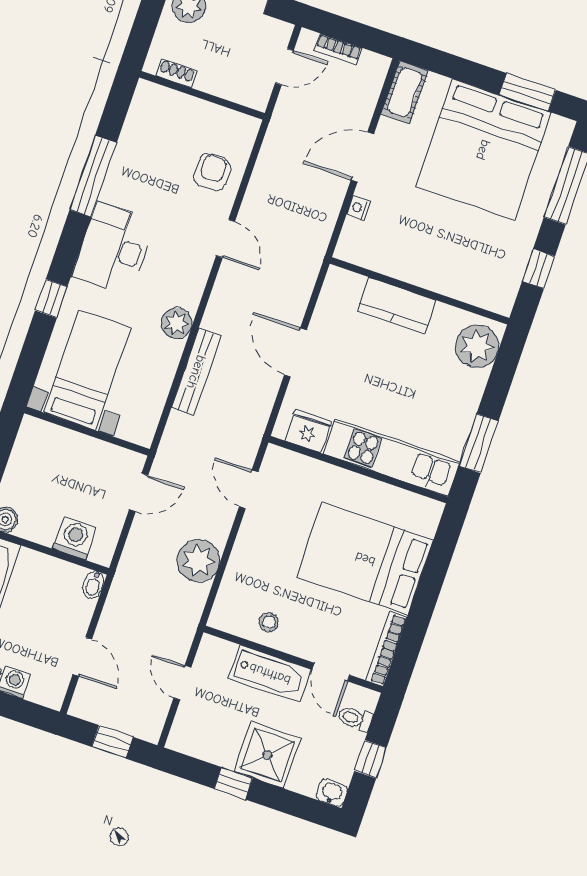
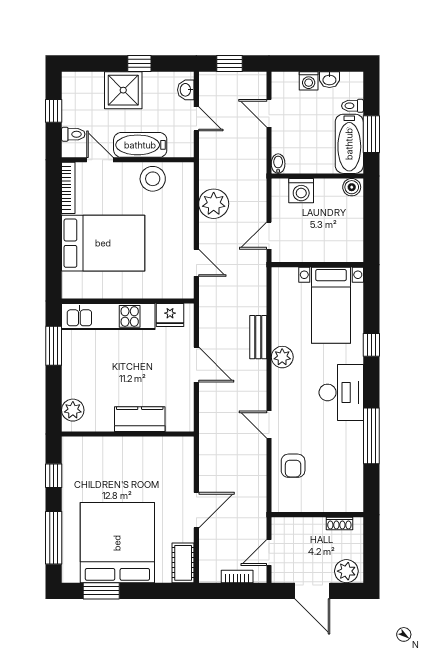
nightstand: (358, 208) -> (187, 475), removed
plant: (477, 346) -> (73, 410), width x0.73, depth x0.73
bench: (196, 372) -> (258, 337), width x0.73
stool: (269, 622) -> (153, 179), width x1.89, depth x1.89
washbasin: (332, 793) -> (186, 90), moved, turned 90

